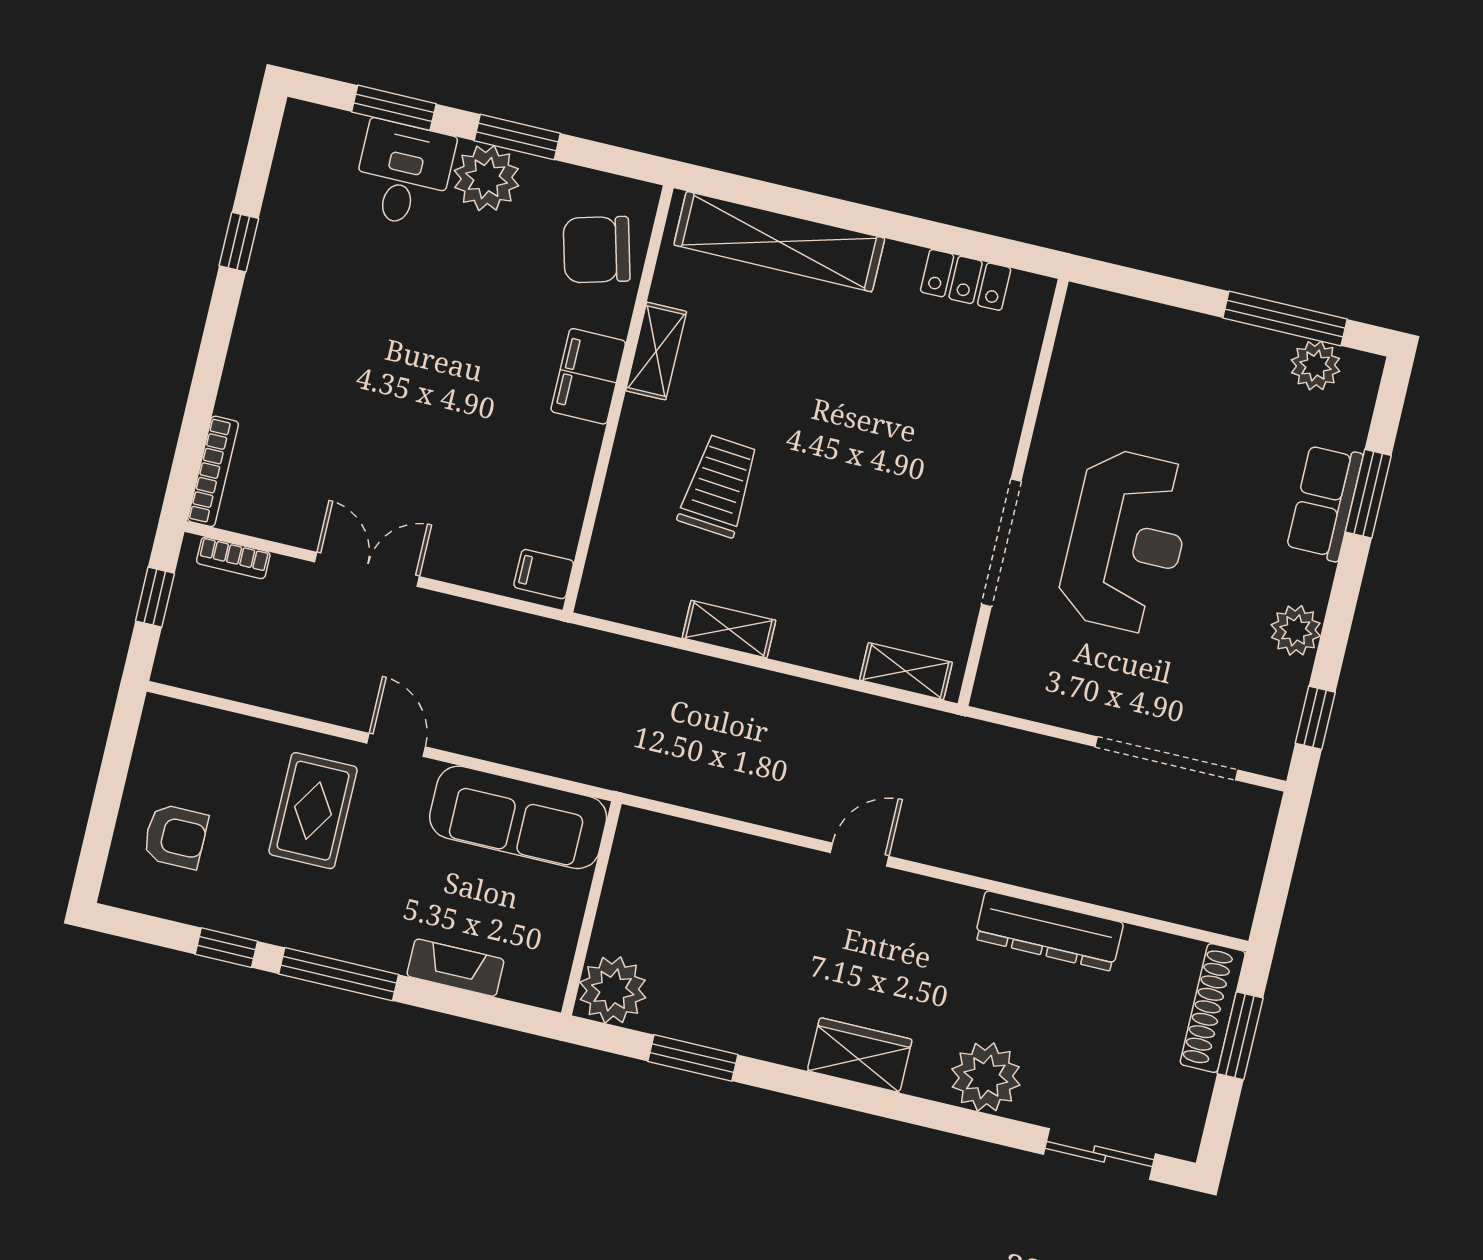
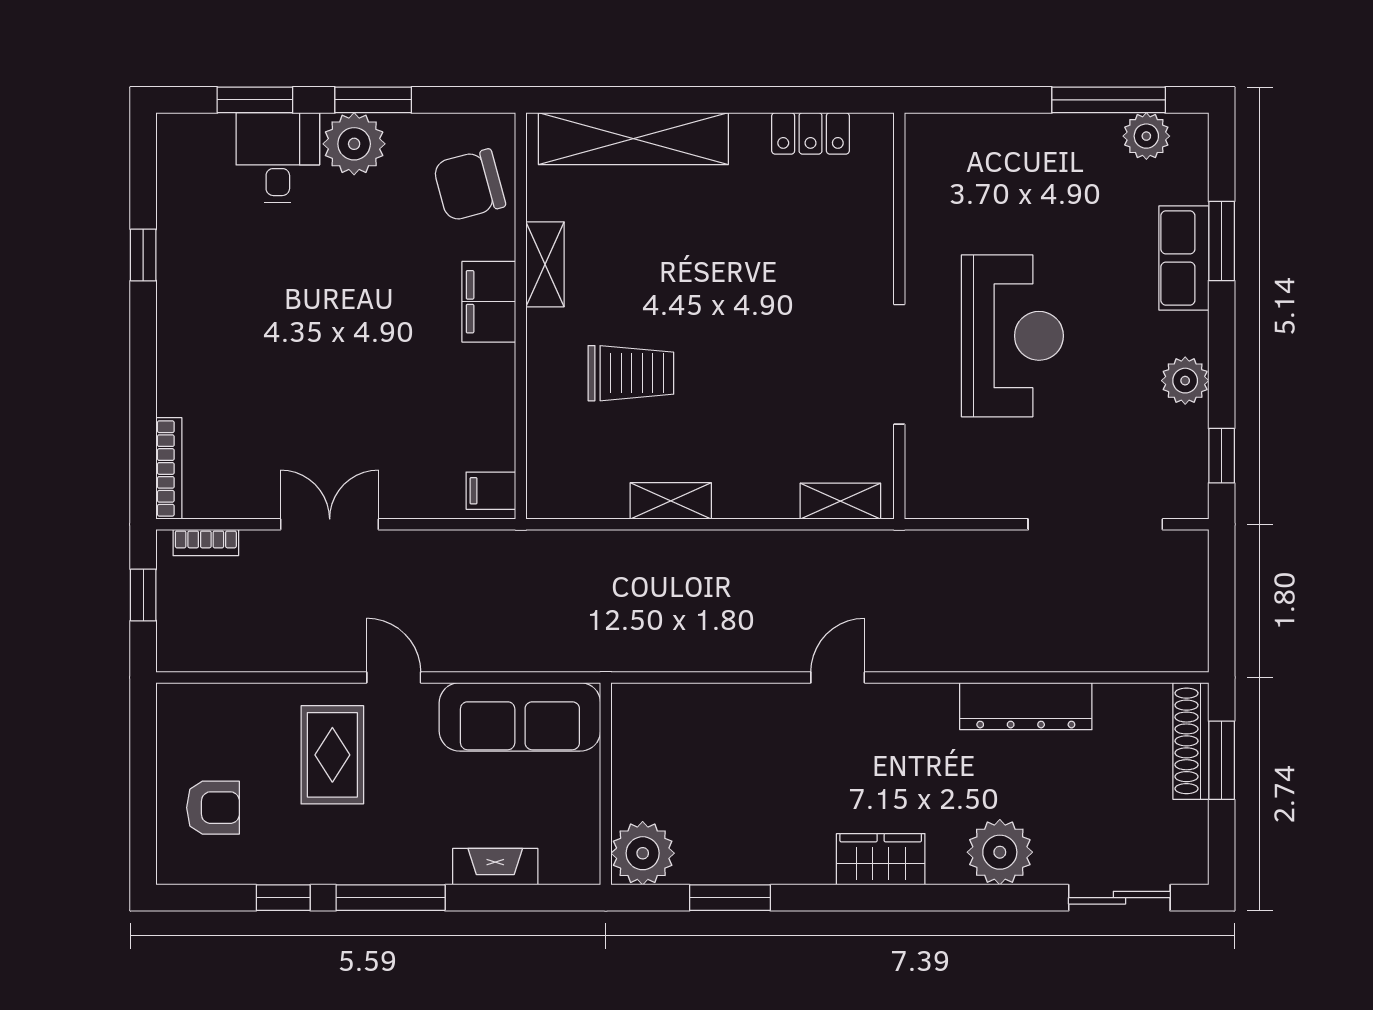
trolley: (719, 486) -> (631, 373), turned 85

